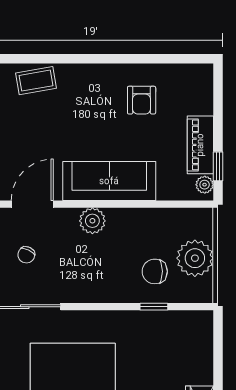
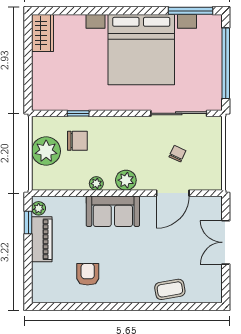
sofa: (109, 181) -> (113, 211), width x0.73
plant: (130, 216) -> (96, 184), added

